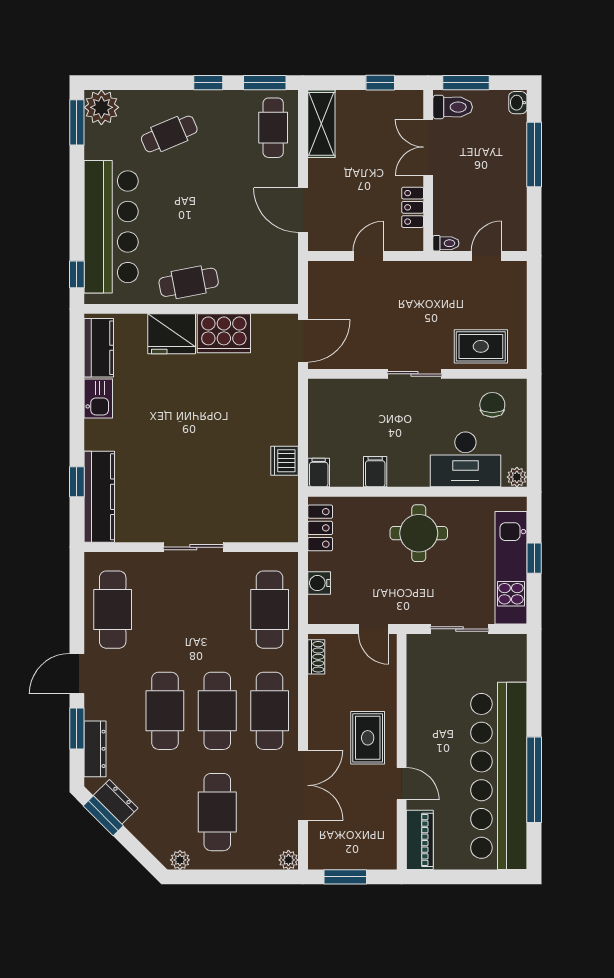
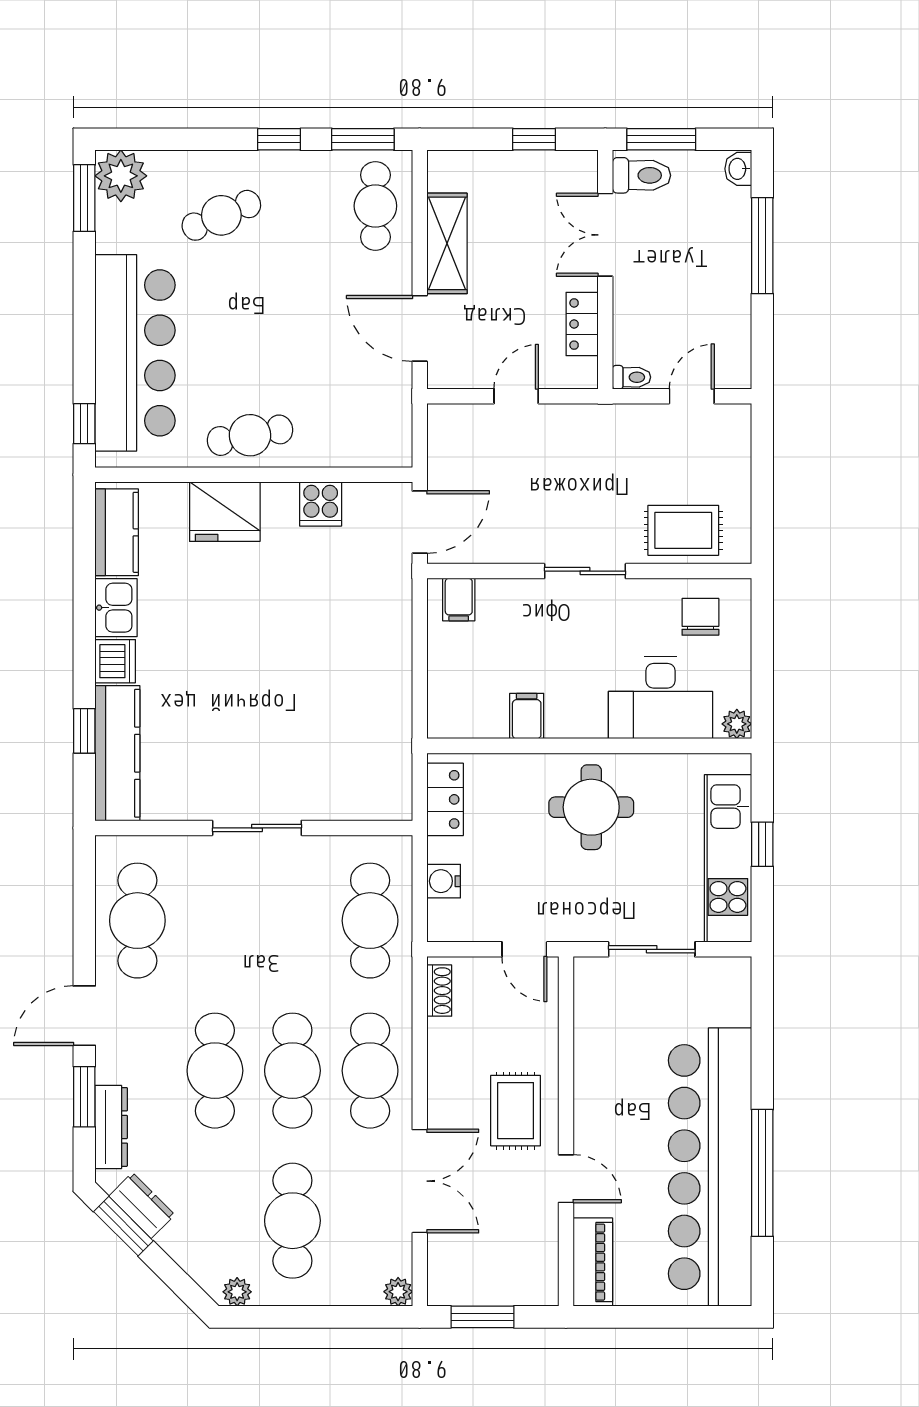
shelving: (321, 124) -> (447, 243), moved
cooker: (224, 333) -> (321, 504), width x0.53, depth x0.76
dishwasher: (285, 461) -> (115, 661), moved, turned 180
filing cabinet: (319, 473) -> (459, 600), moved, turned 180

